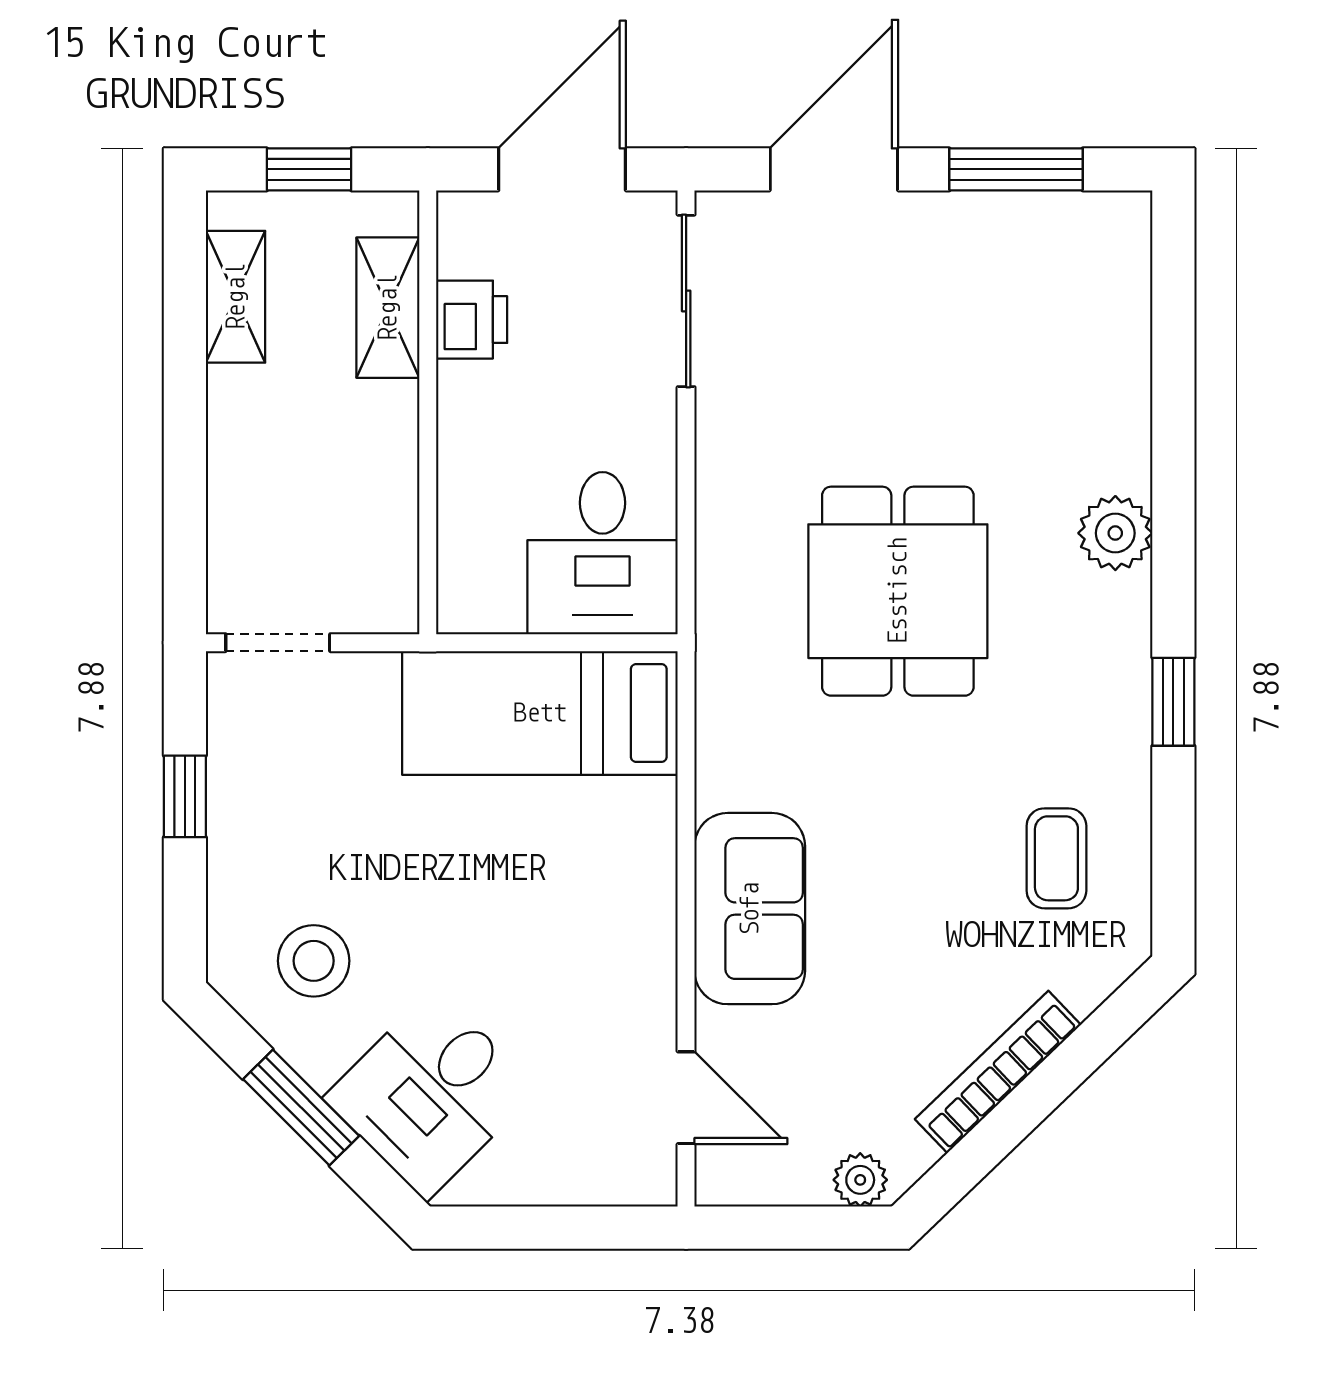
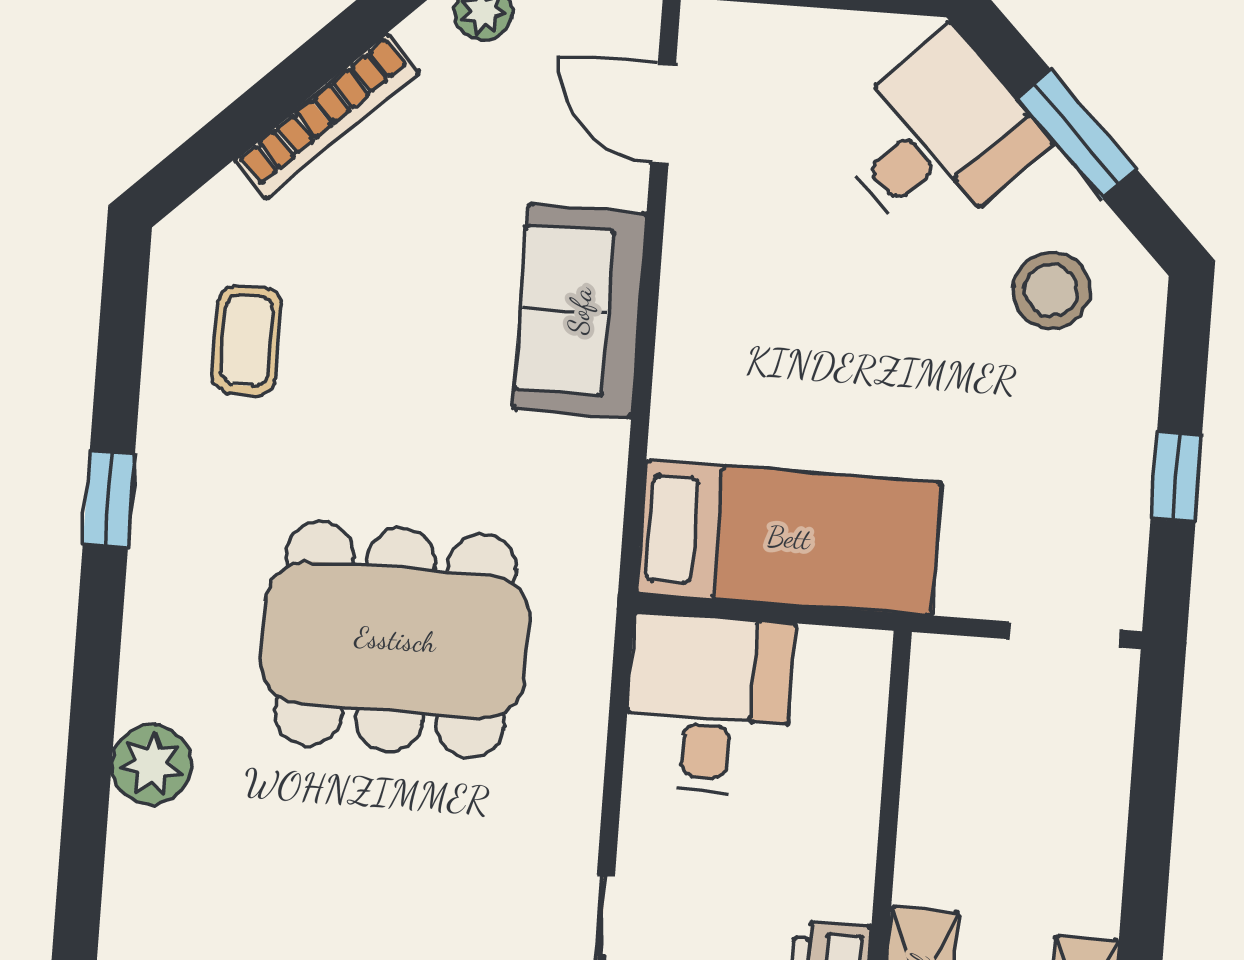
plant: (1115, 533) -> (152, 764), moved
dining table: (898, 591) -> (395, 640), width x1.38

